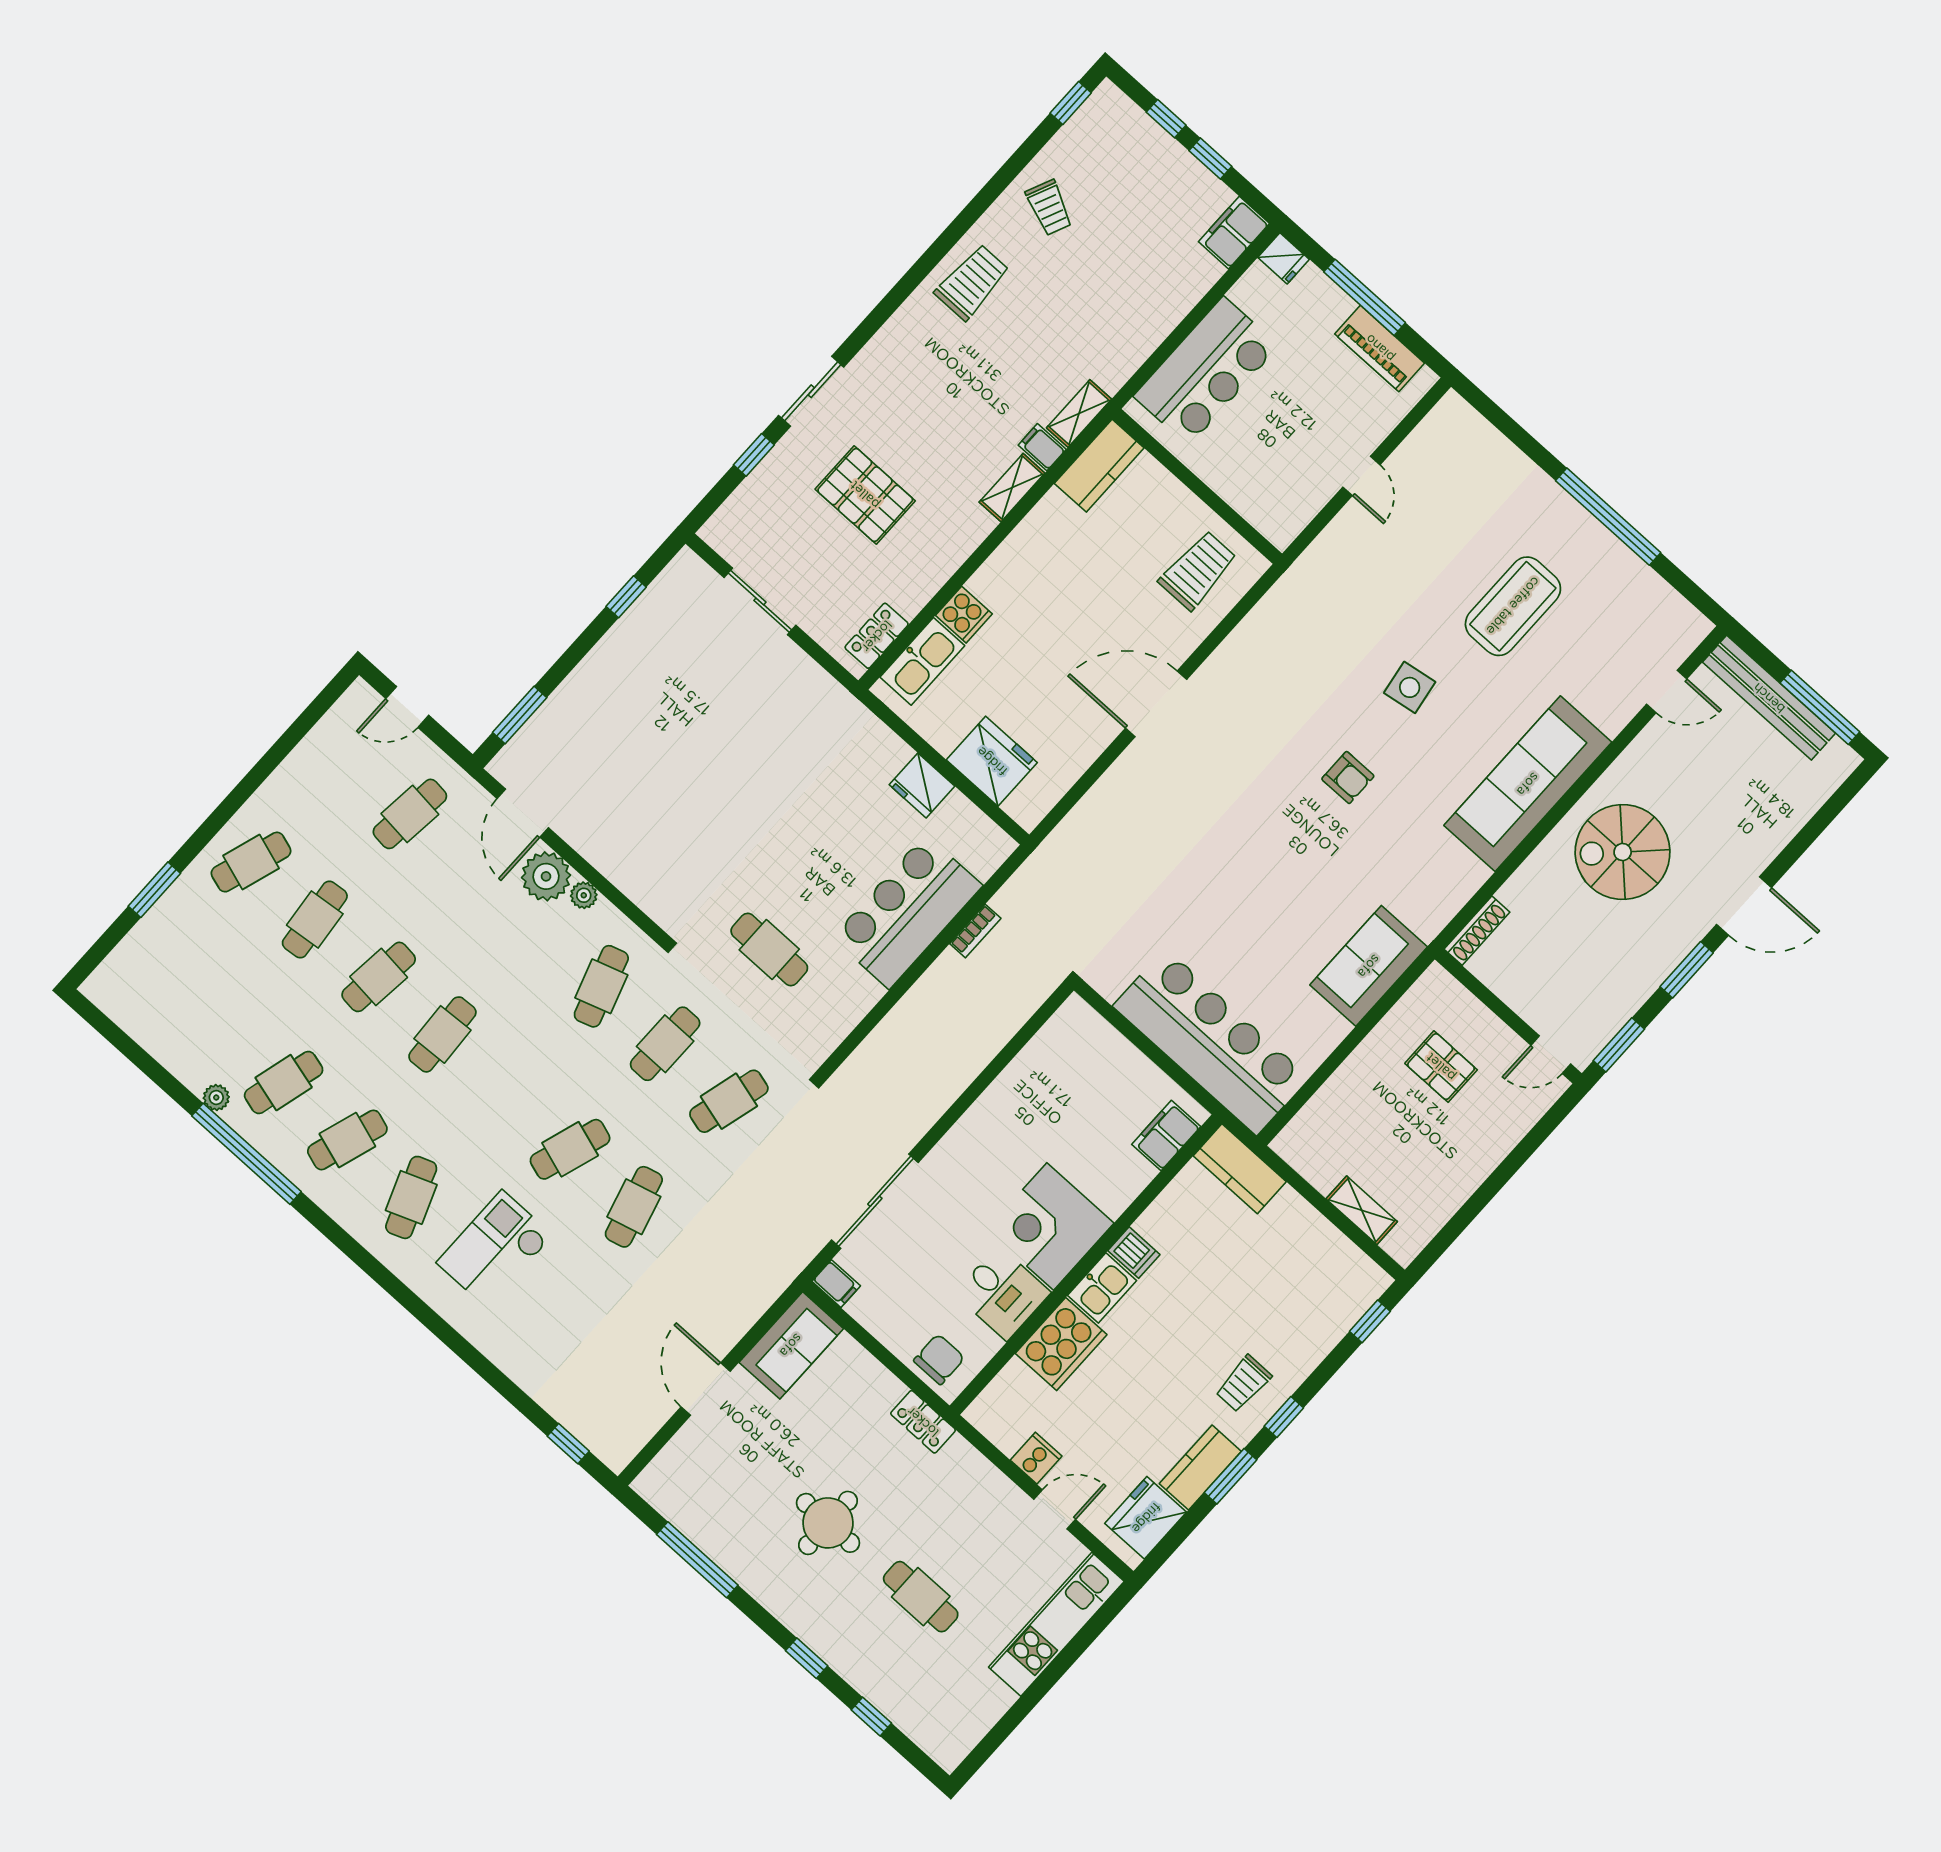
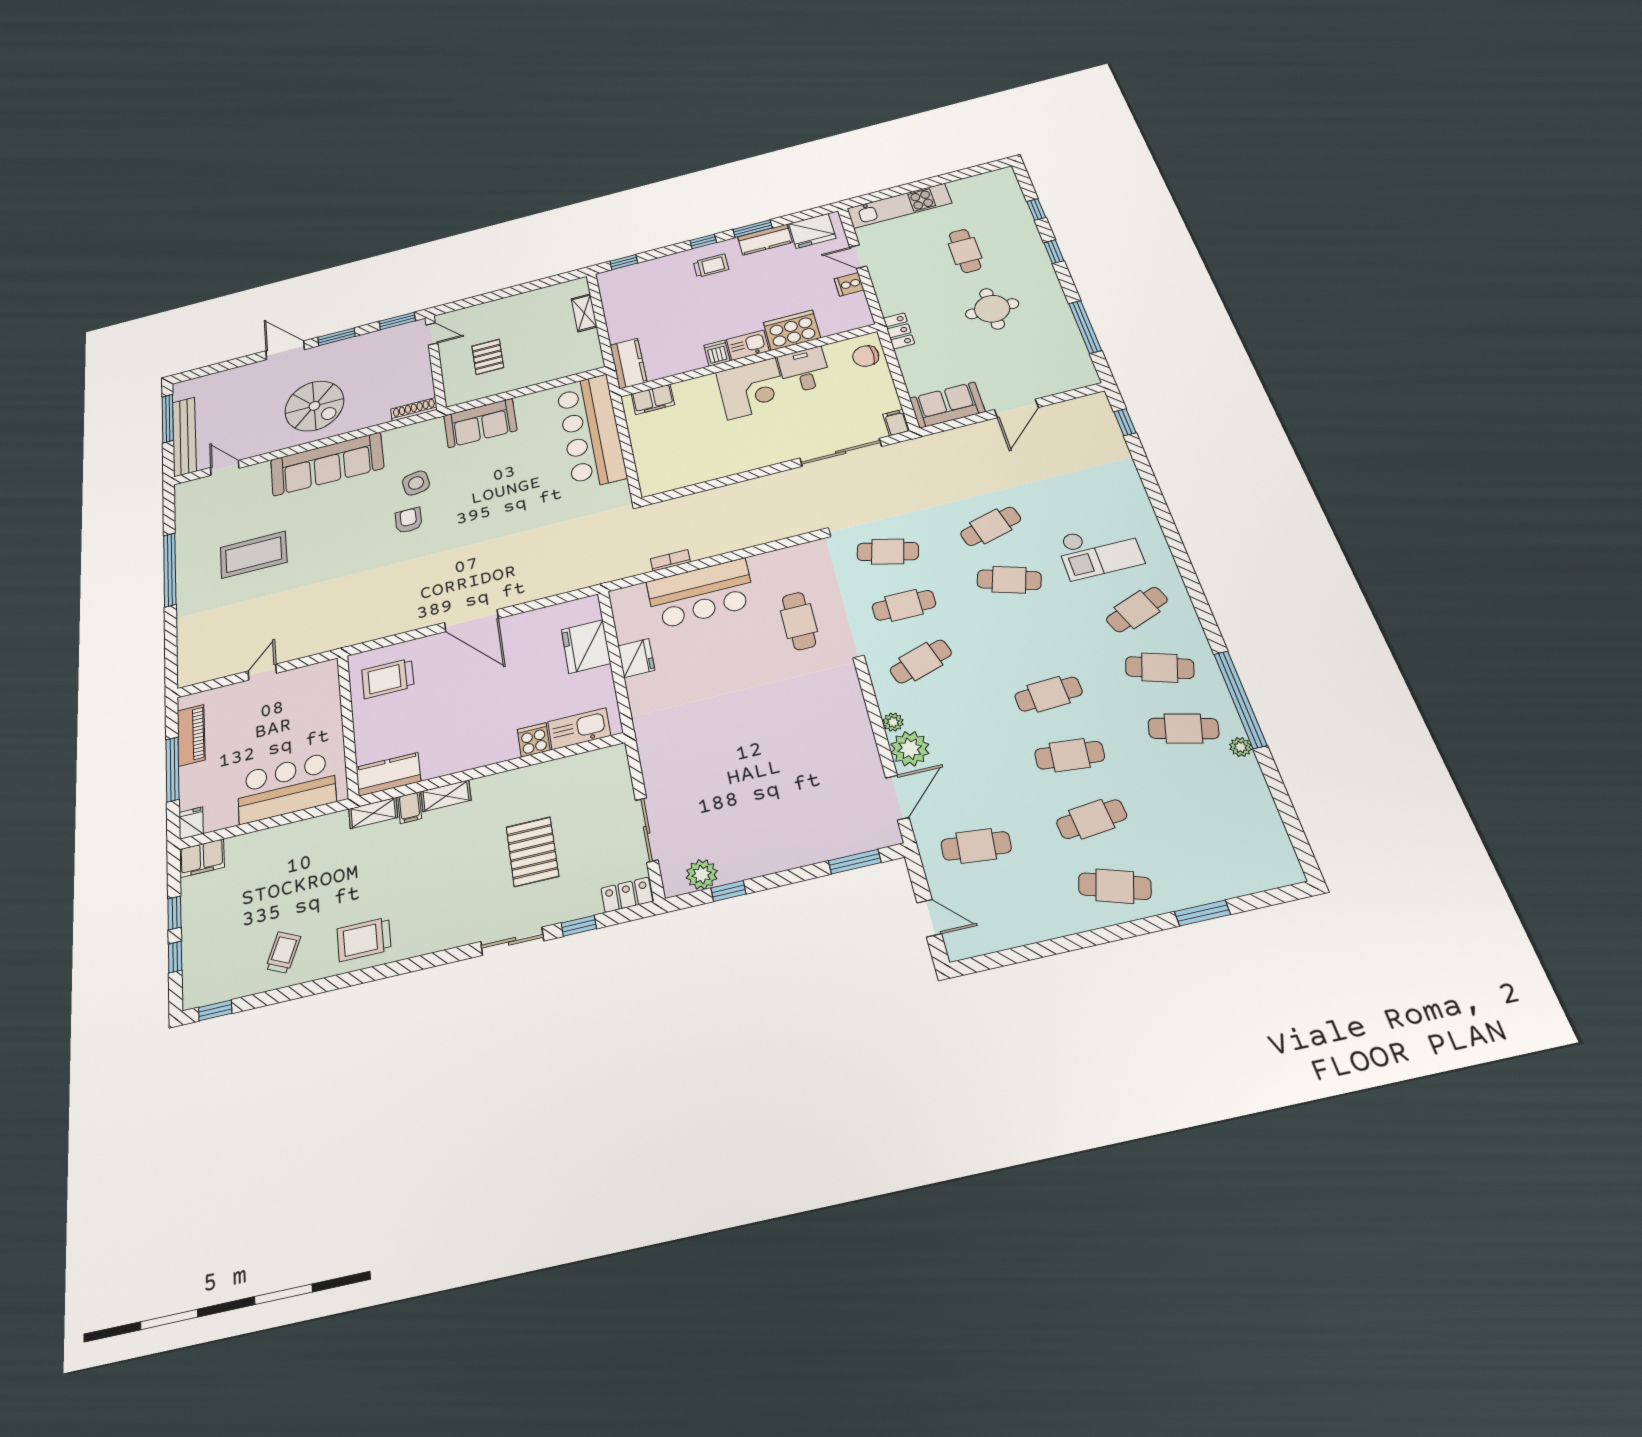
plant: (666, 595) -> (702, 874), added
locker: (877, 636) -> (627, 895), moved, turned 180
side table: (1410, 687) -> (416, 483), moved

